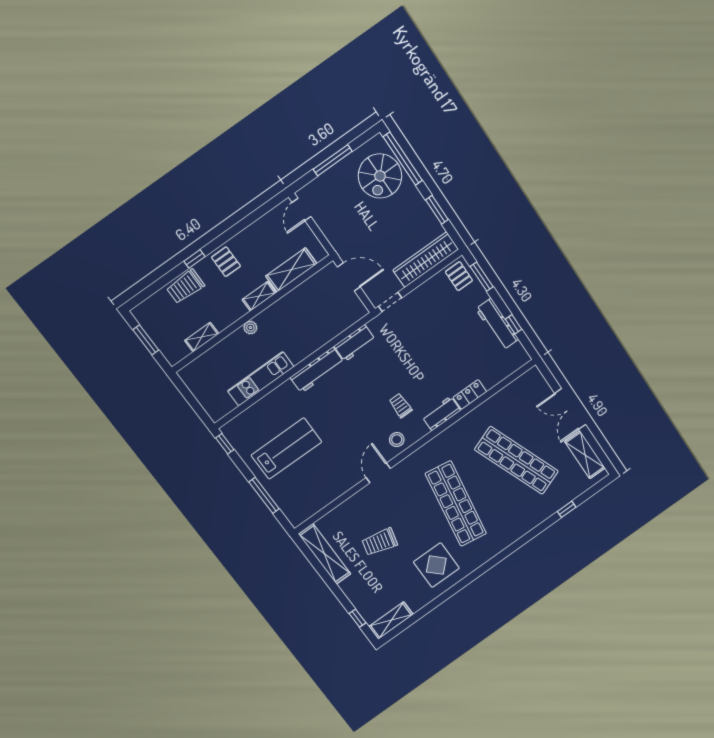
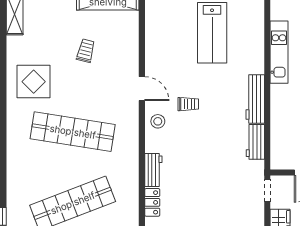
trolley: (401, 406) -> (188, 104), moved
trolley: (380, 542) -> (86, 51), width x0.73, depth x0.72

